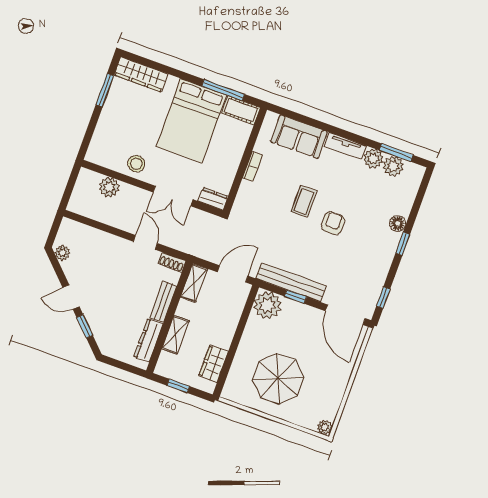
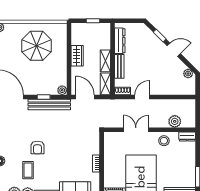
dresser: (213, 199) -> (187, 137), moved
coffee table: (304, 201) -> (28, 170), moved
door: (145, 242) -> (142, 97), swing flipped
door: (233, 274) -> (85, 97), swing flipped
plant: (267, 305) -> (62, 90), width x0.53, depth x0.53
shelving: (175, 335) -> (105, 61), moved
wardrobe: (213, 364) -> (77, 56), moved

